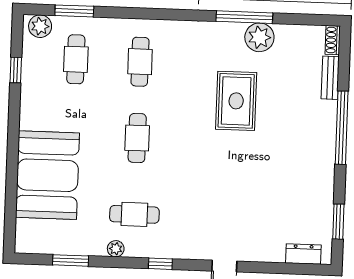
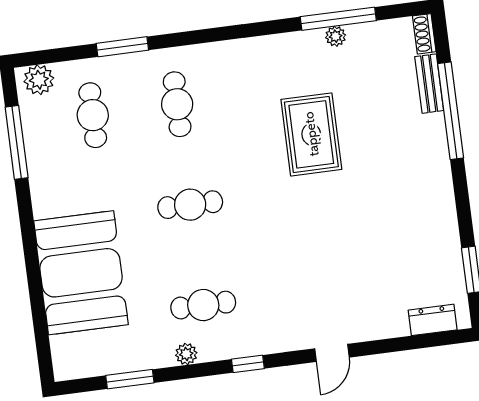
window: (74, 11) -> (122, 47), moved
window: (244, 17) -> (338, 19), moved
plant: (259, 37) -> (336, 36), width x0.53, depth x0.53
window: (16, 70) -> (17, 142), width x2.17
window: (342, 128) -> (451, 111), moved
cafe table: (137, 138) -> (190, 205), turned 90

